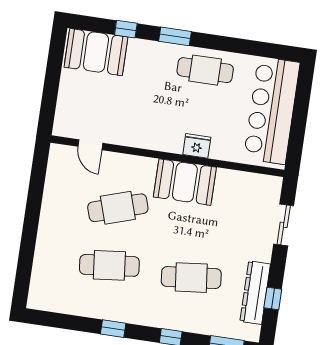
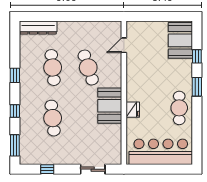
dresser: (255, 293) -> (38, 28), moved, turned 180

